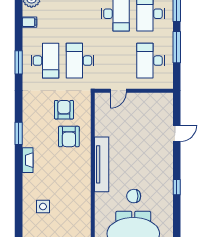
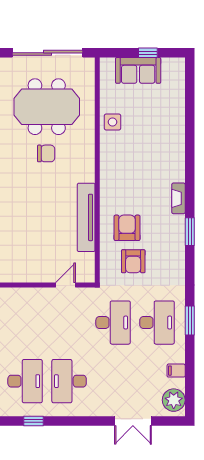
desk: (45, 61) -> (157, 323), turned 180
desk: (151, 61) -> (25, 323), removed
tv unit: (102, 164) -> (86, 217), moved
side table: (43, 207) -> (113, 122), moved

